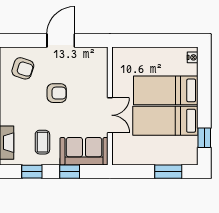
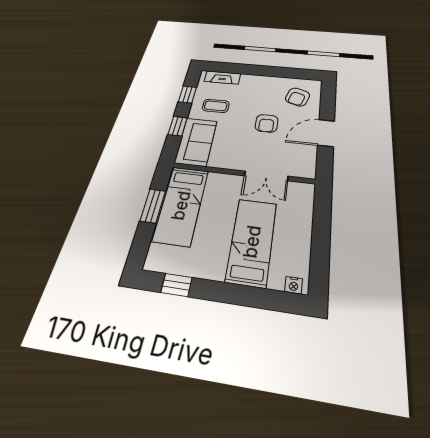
door: (61, 41) -> (326, 133), swing flipped
double door: (110, 115) -> (266, 176), moved
bed: (165, 121) -> (181, 205), moved, turned 180
window: (168, 172) -> (153, 206), moved

